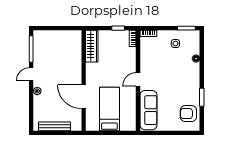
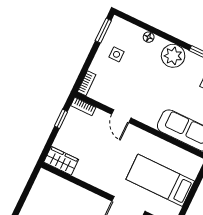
wardrobe: (92, 46) -> (61, 161), width x0.67
door: (138, 79) -> (121, 116), moved
plant: (192, 80) -> (173, 56), added

